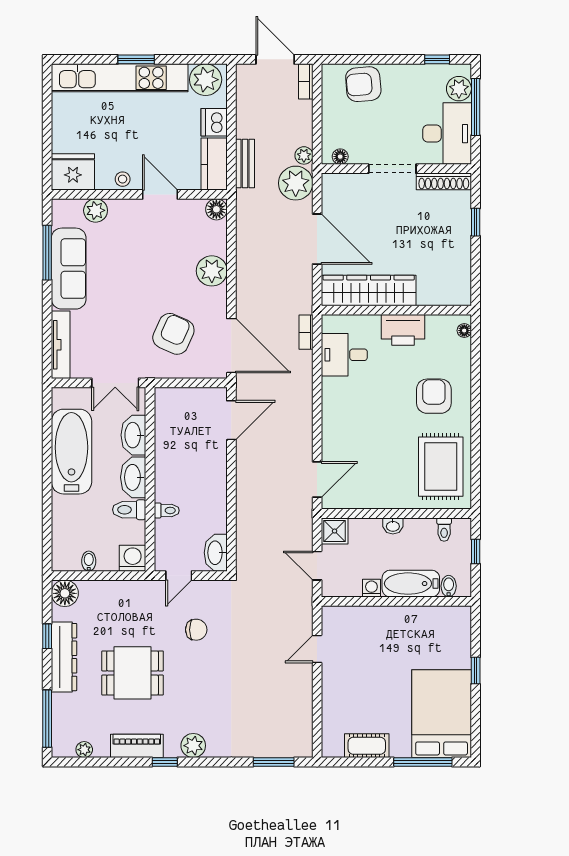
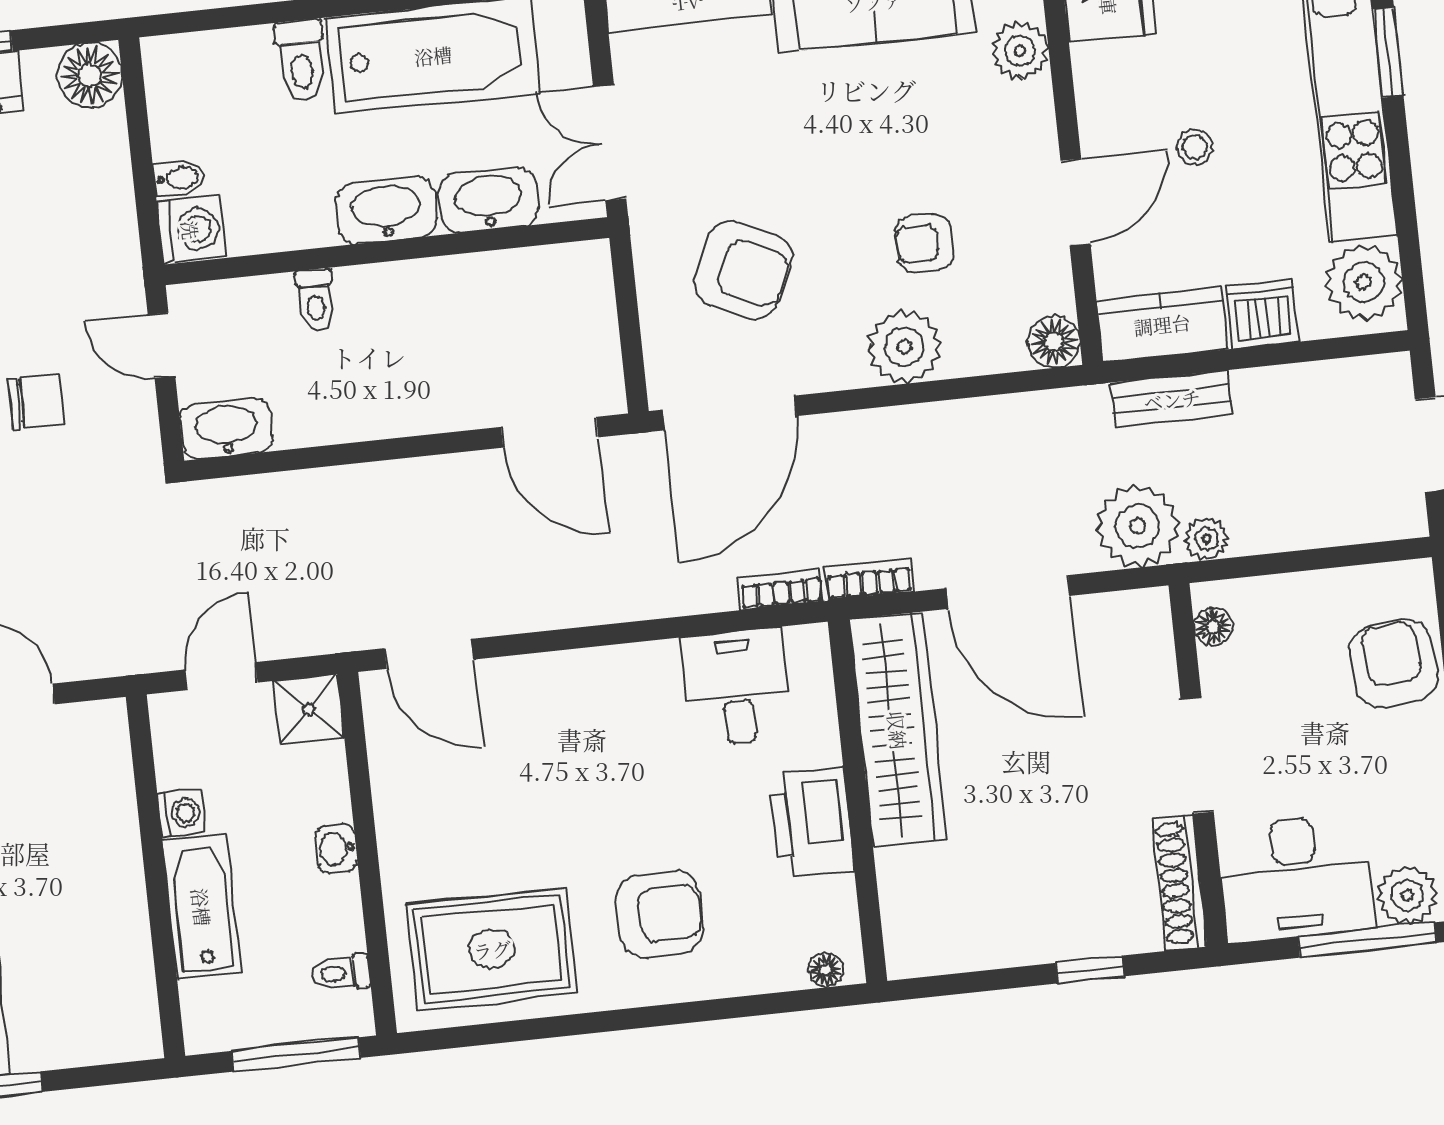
window: (136, 59) -> (1388, 52), moved
bookcase: (306, 81) -> (869, 579), moved
stool: (123, 179) -> (1195, 147), moved
door: (317, 239) -> (1008, 592), hinge flipped
armchair: (170, 258) -> (924, 243), added
toilet: (129, 510) -> (301, 61), moved, turned 180
window: (476, 552) -> (296, 1054), width x2.17
bidet: (89, 561) -> (179, 178), moved
bidet: (449, 586) -> (206, 998), removed
chair: (196, 630) -> (36, 401), turned -90

